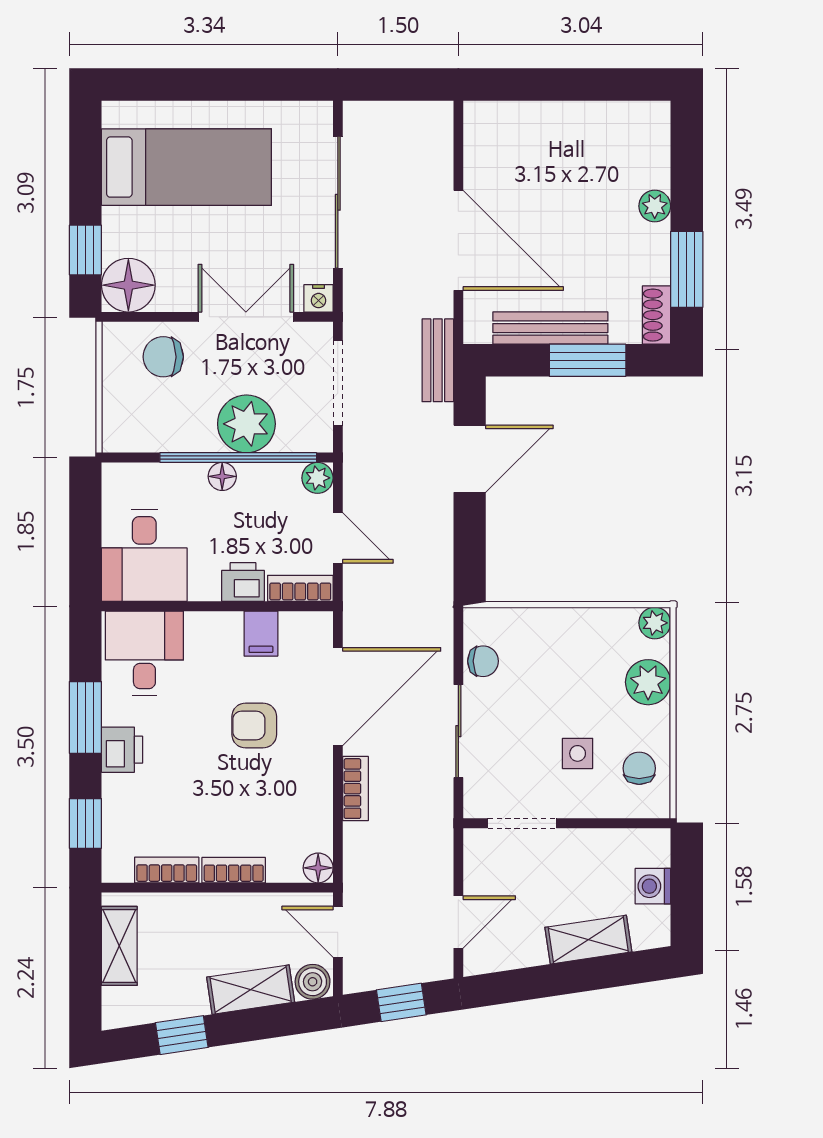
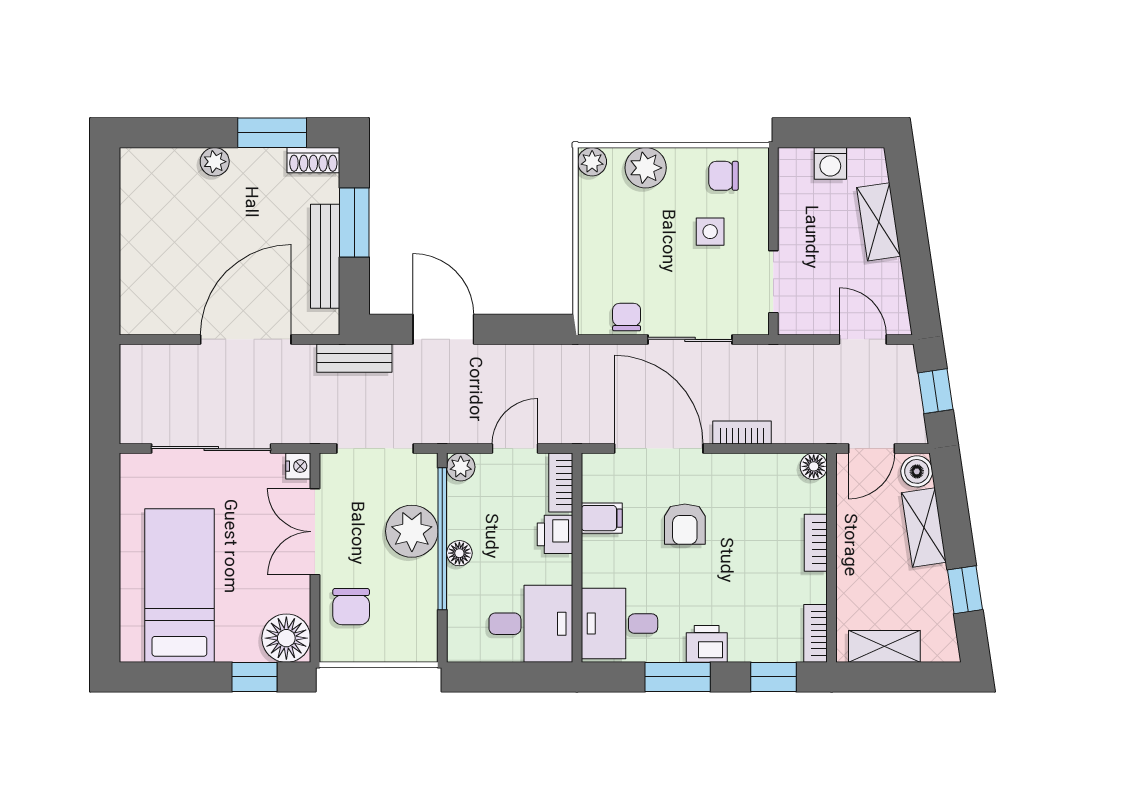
bookcase: (167, 870) -> (816, 633), moved

